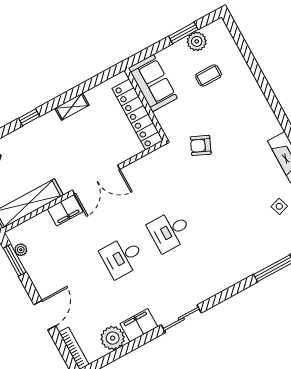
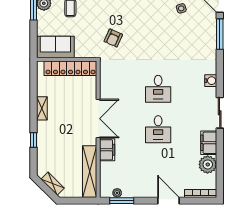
water cooler: (213, 288) -> (211, 81), added

